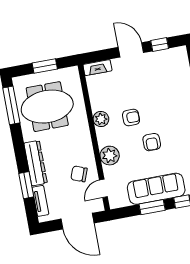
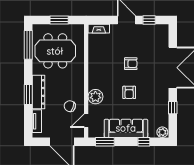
armchair: (131, 118) -> (131, 64), moved
plant: (101, 119) -> (94, 68), removed
window: (26, 185) -> (28, 94), moved
window: (152, 207) -> (105, 142), moved

